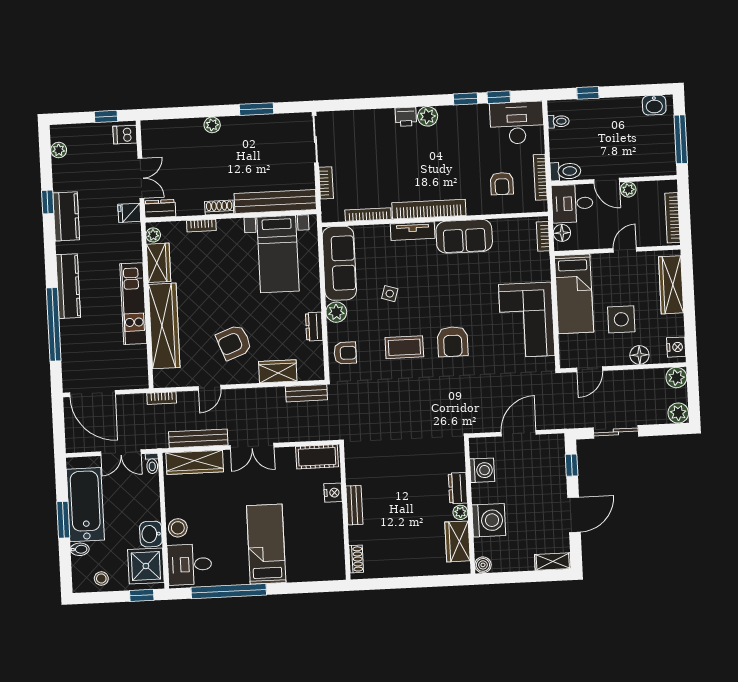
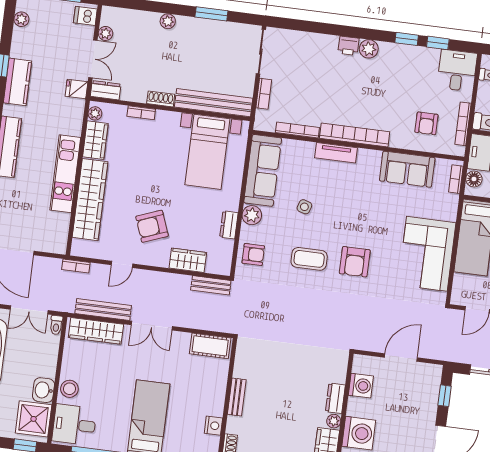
desk: (517, 123) -> (457, 71), width x0.73
plant: (149, 149) -> (106, 33), added
sofa: (464, 236) -> (407, 169), moved
nightstand: (333, 493) -> (213, 426), moved

